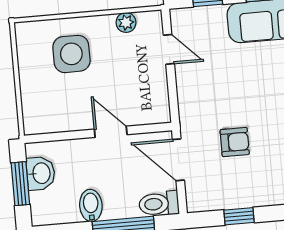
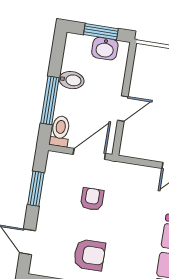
armchair: (235, 142) -> (92, 199), turned 180
window: (239, 216) -> (36, 189), width x1.50

